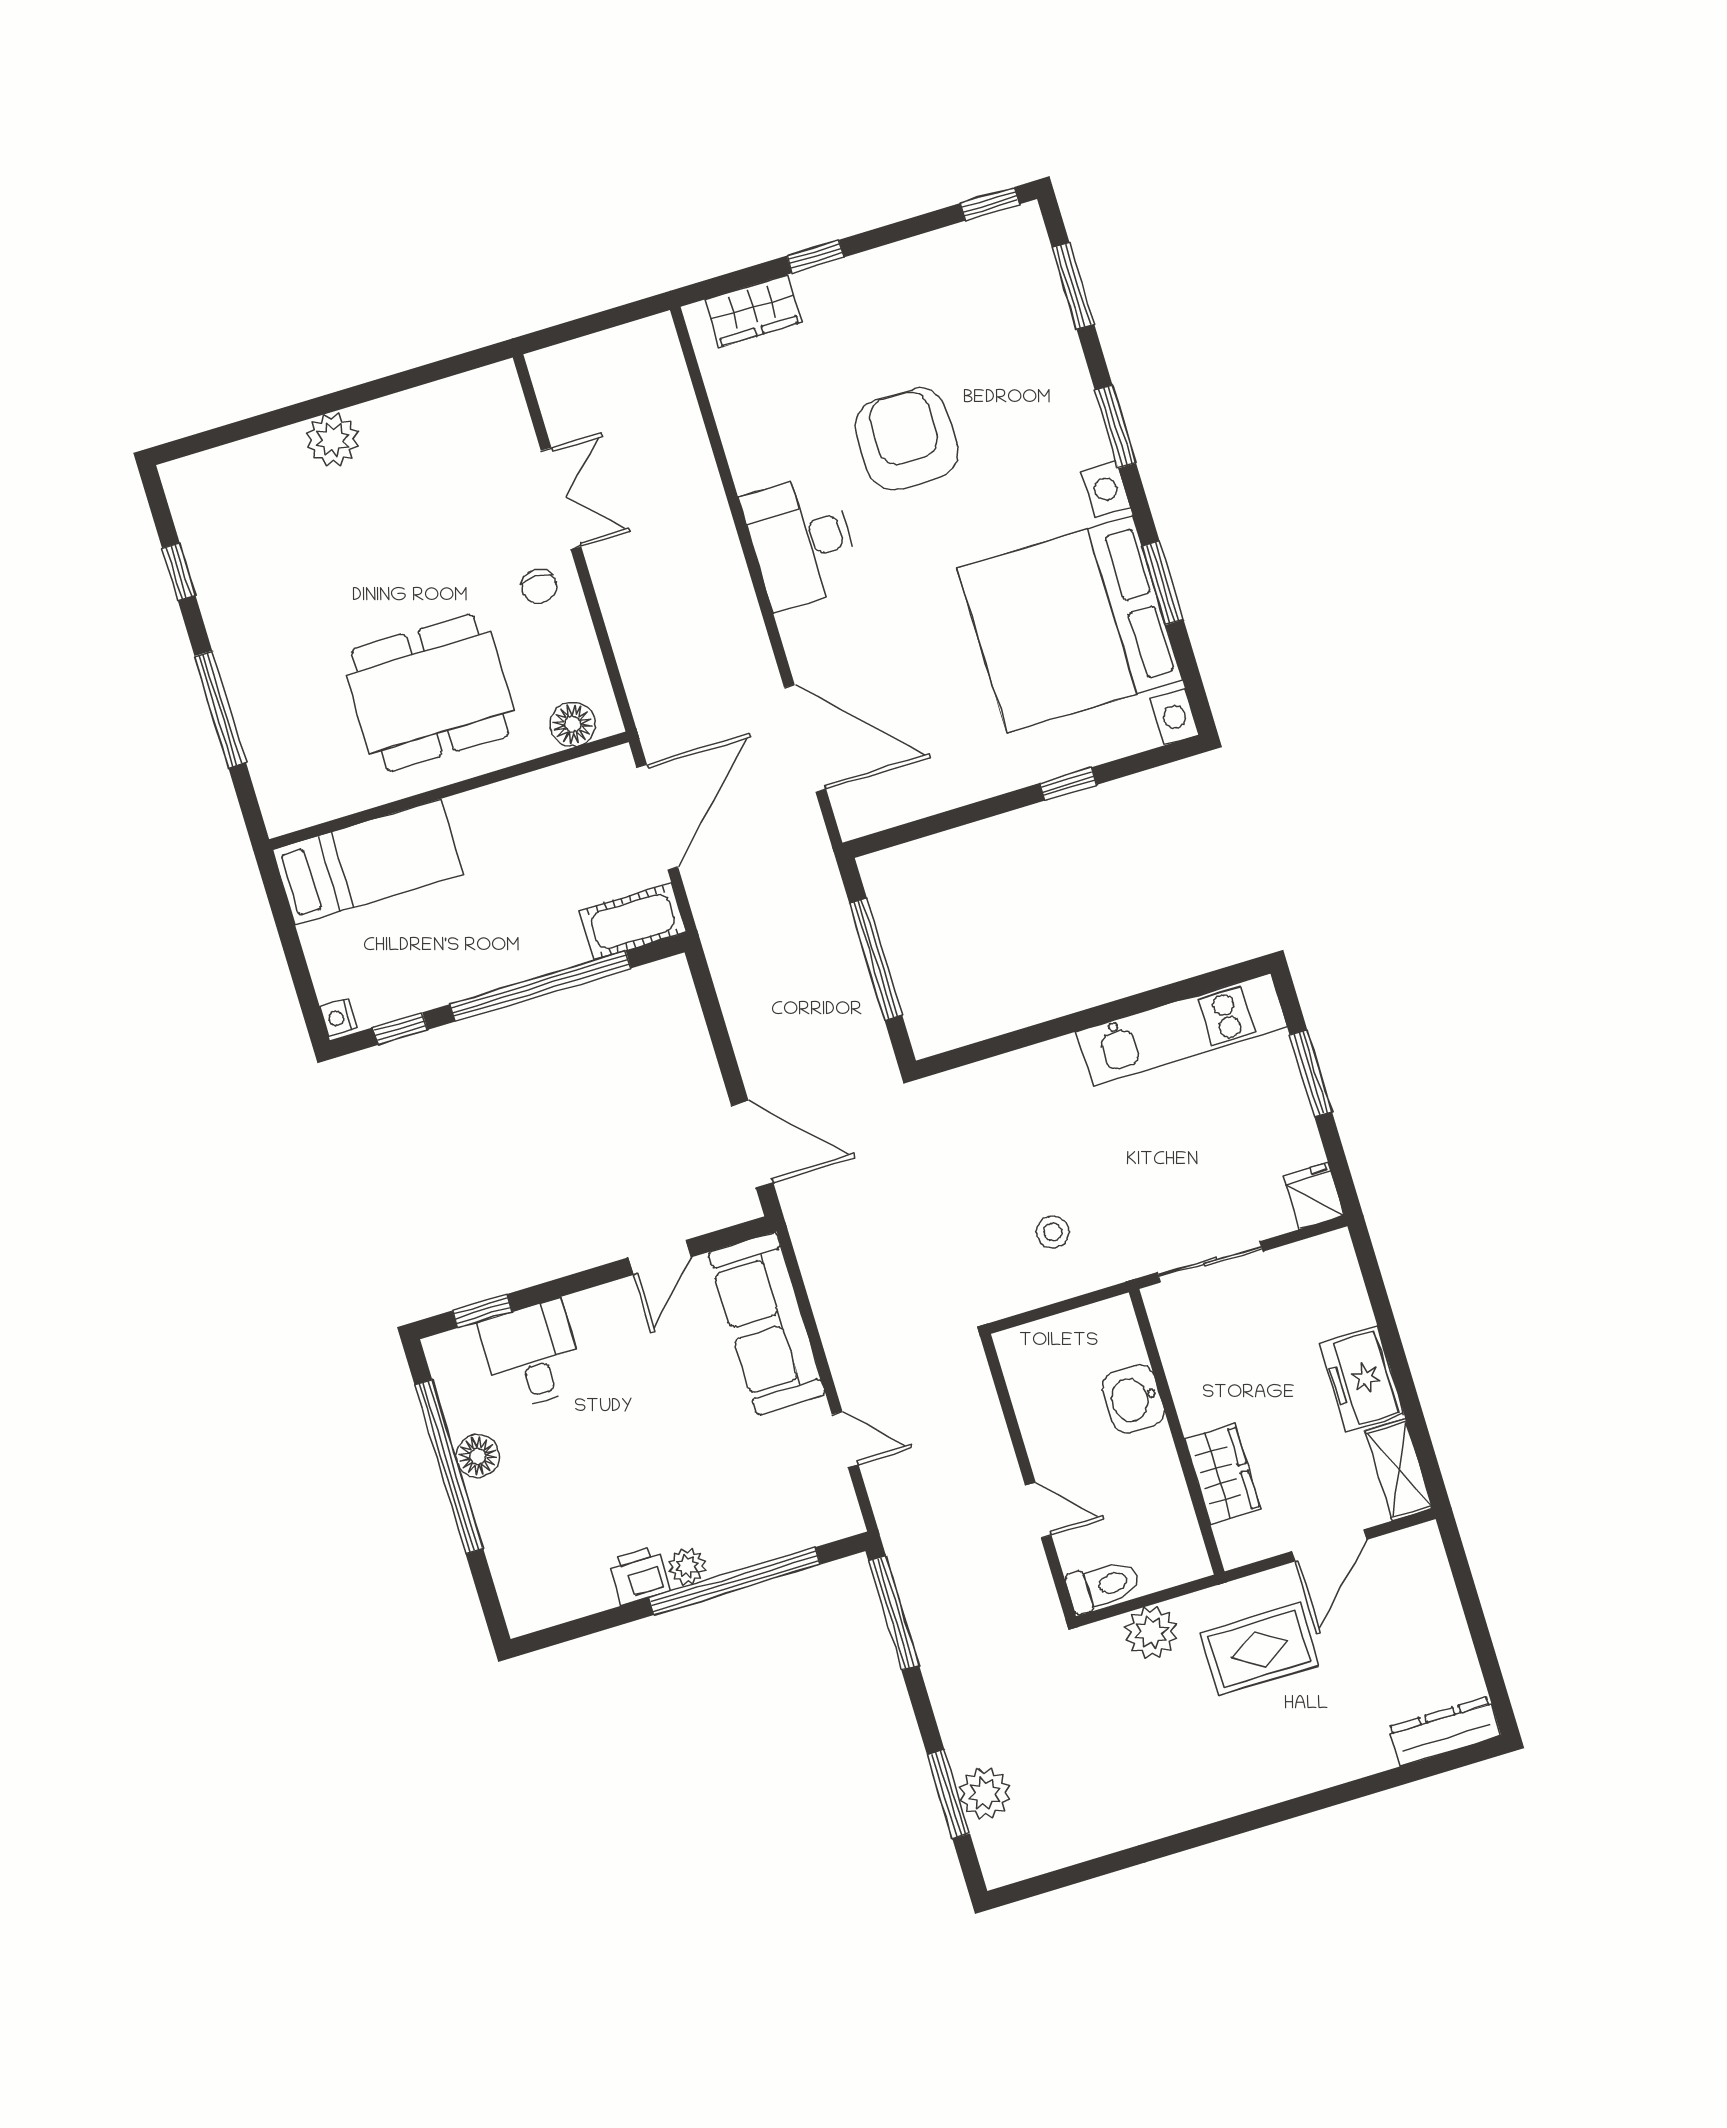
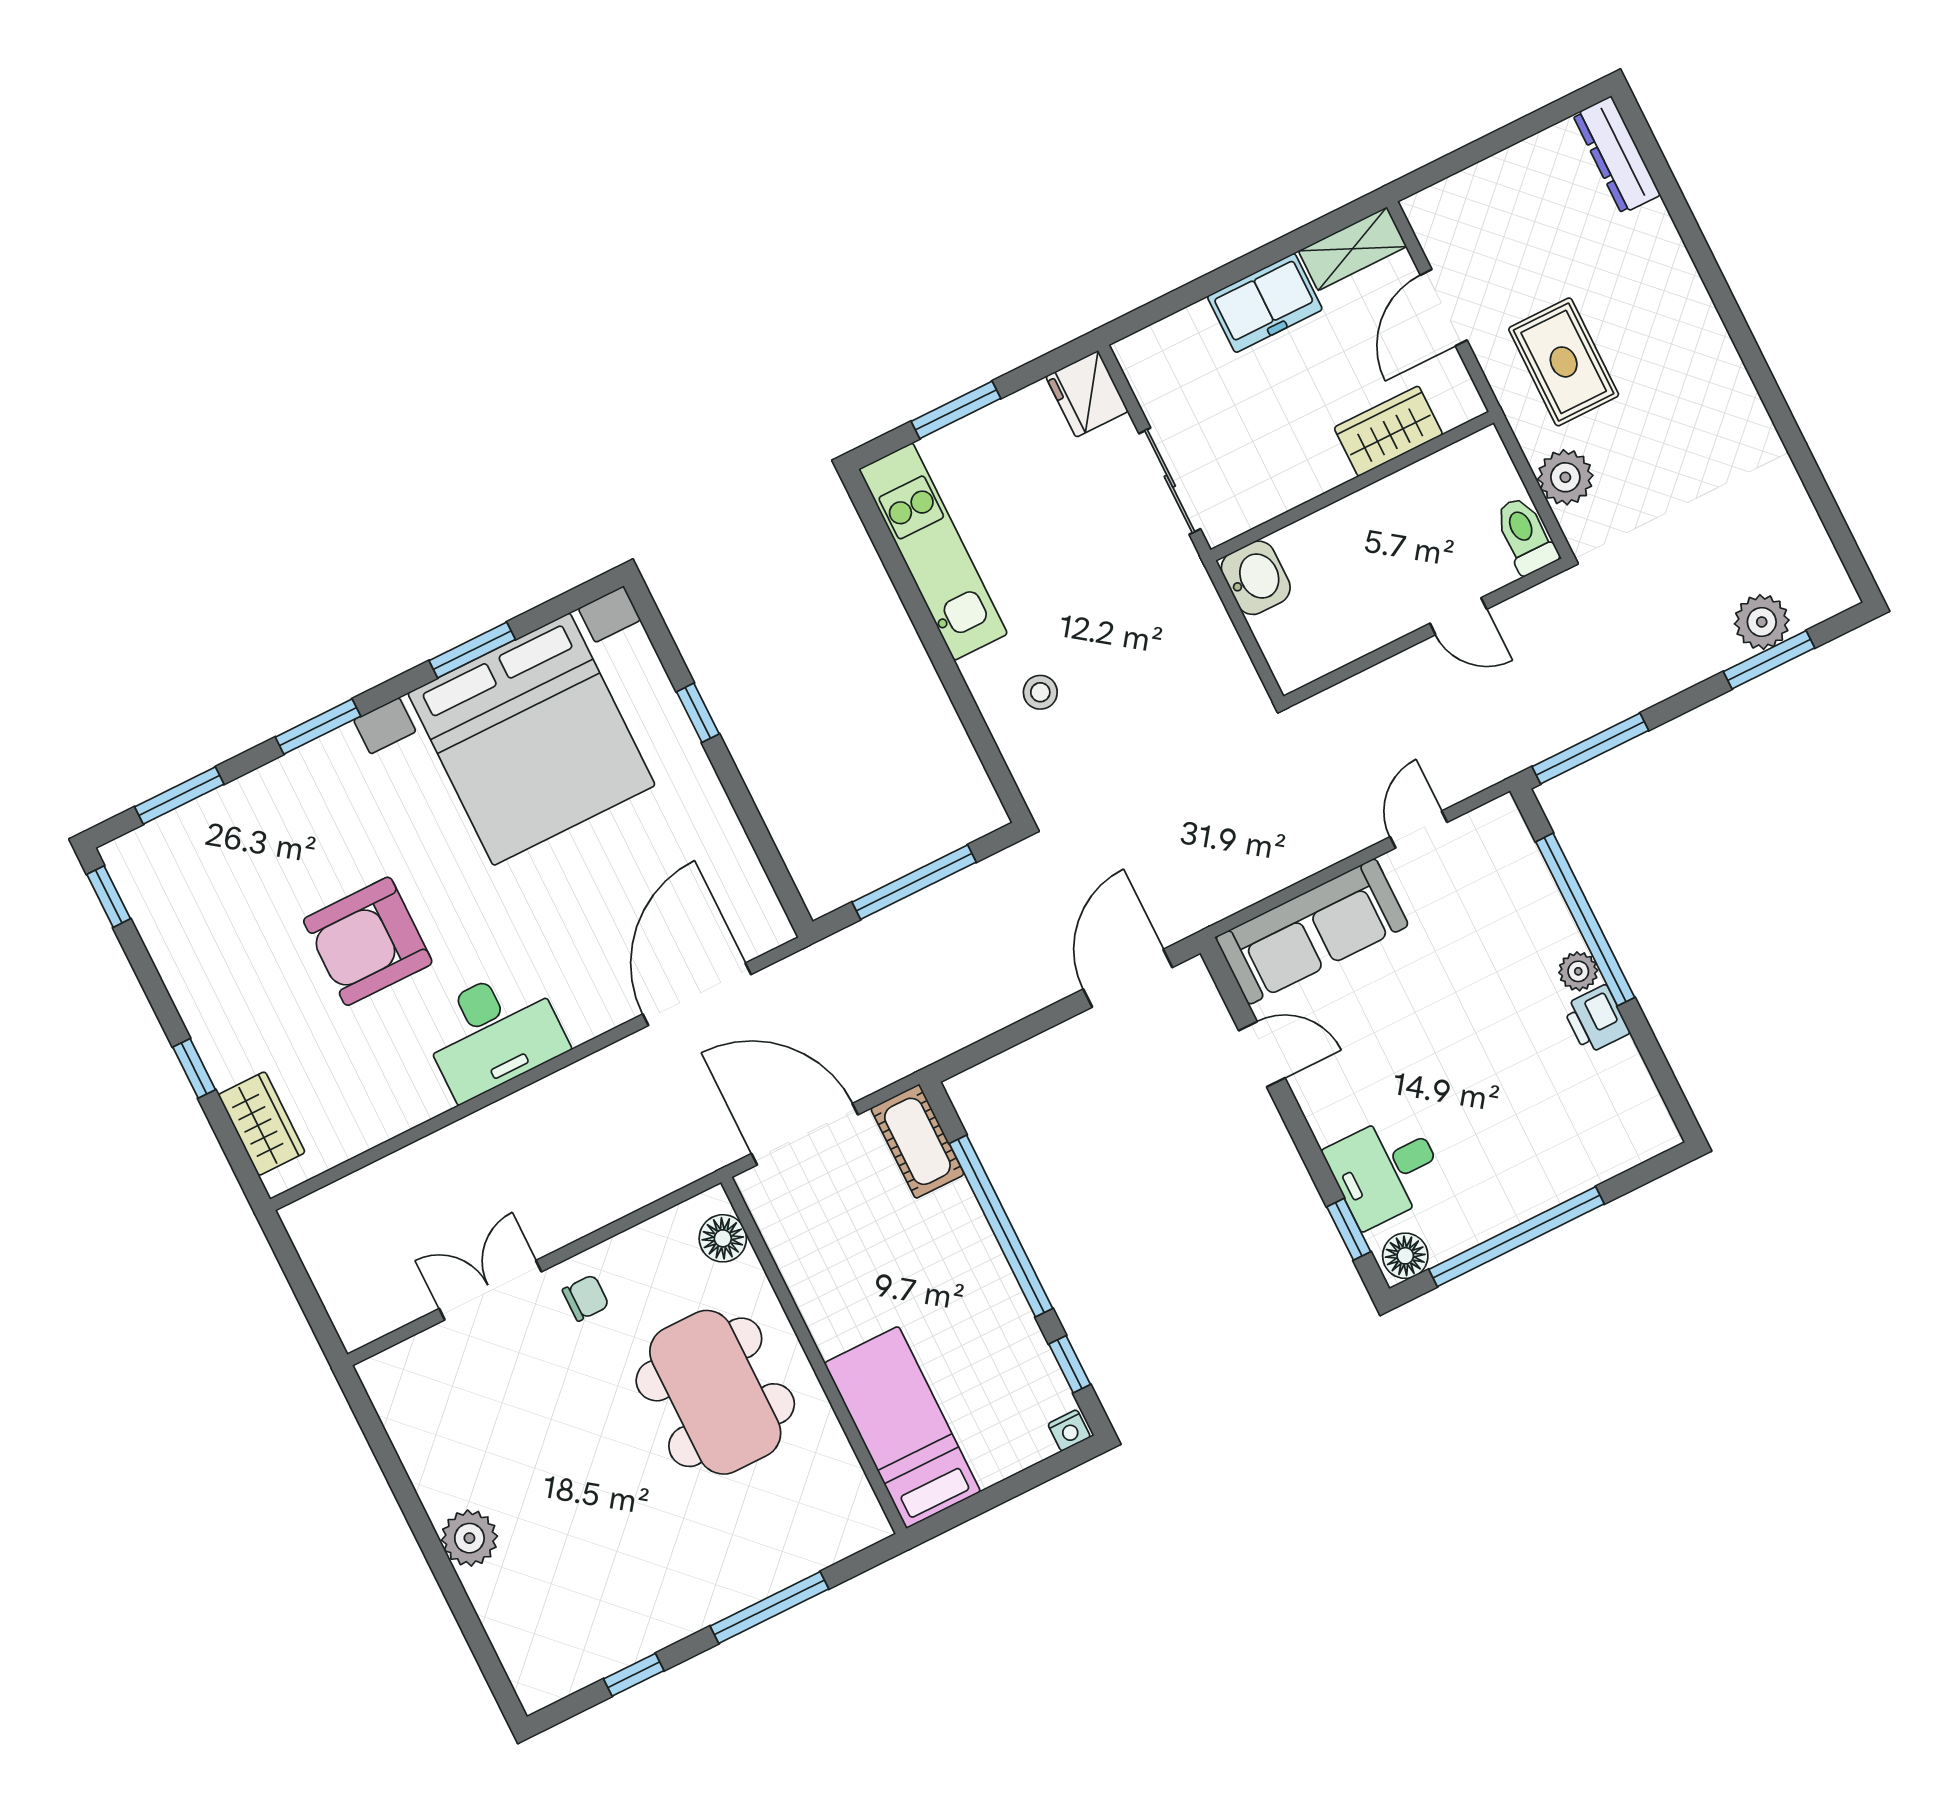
fridge: (1314, 1196) -> (1087, 394), width x1.38
stool: (1053, 1232) -> (1040, 692), moved
washbasin: (1133, 1399) -> (1256, 578), moved, turned -90
floor lamp: (478, 1456) -> (1405, 1256), moved
door: (1038, 1510) -> (1458, 616), swing flipped
door: (1329, 1546) -> (1444, 308), swing flipped

